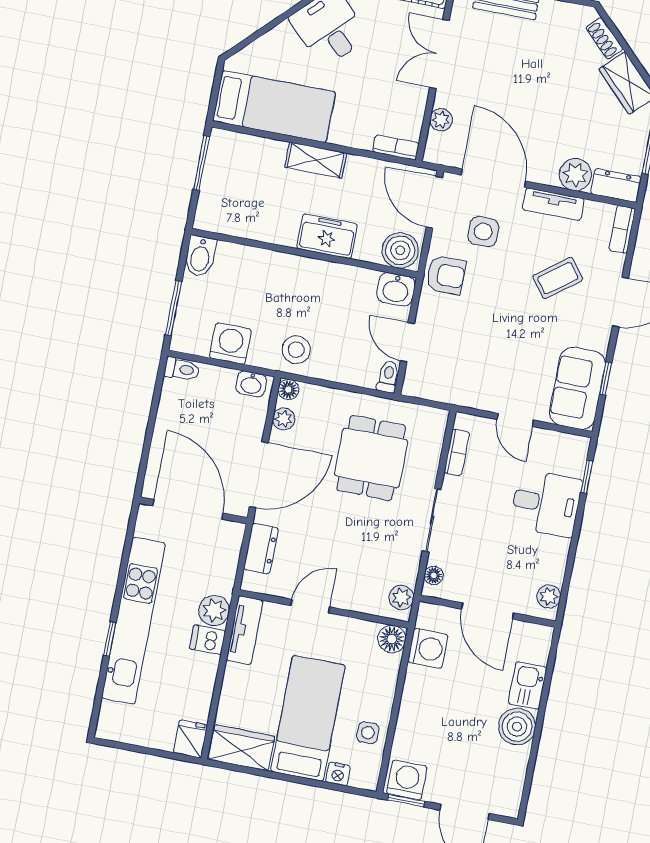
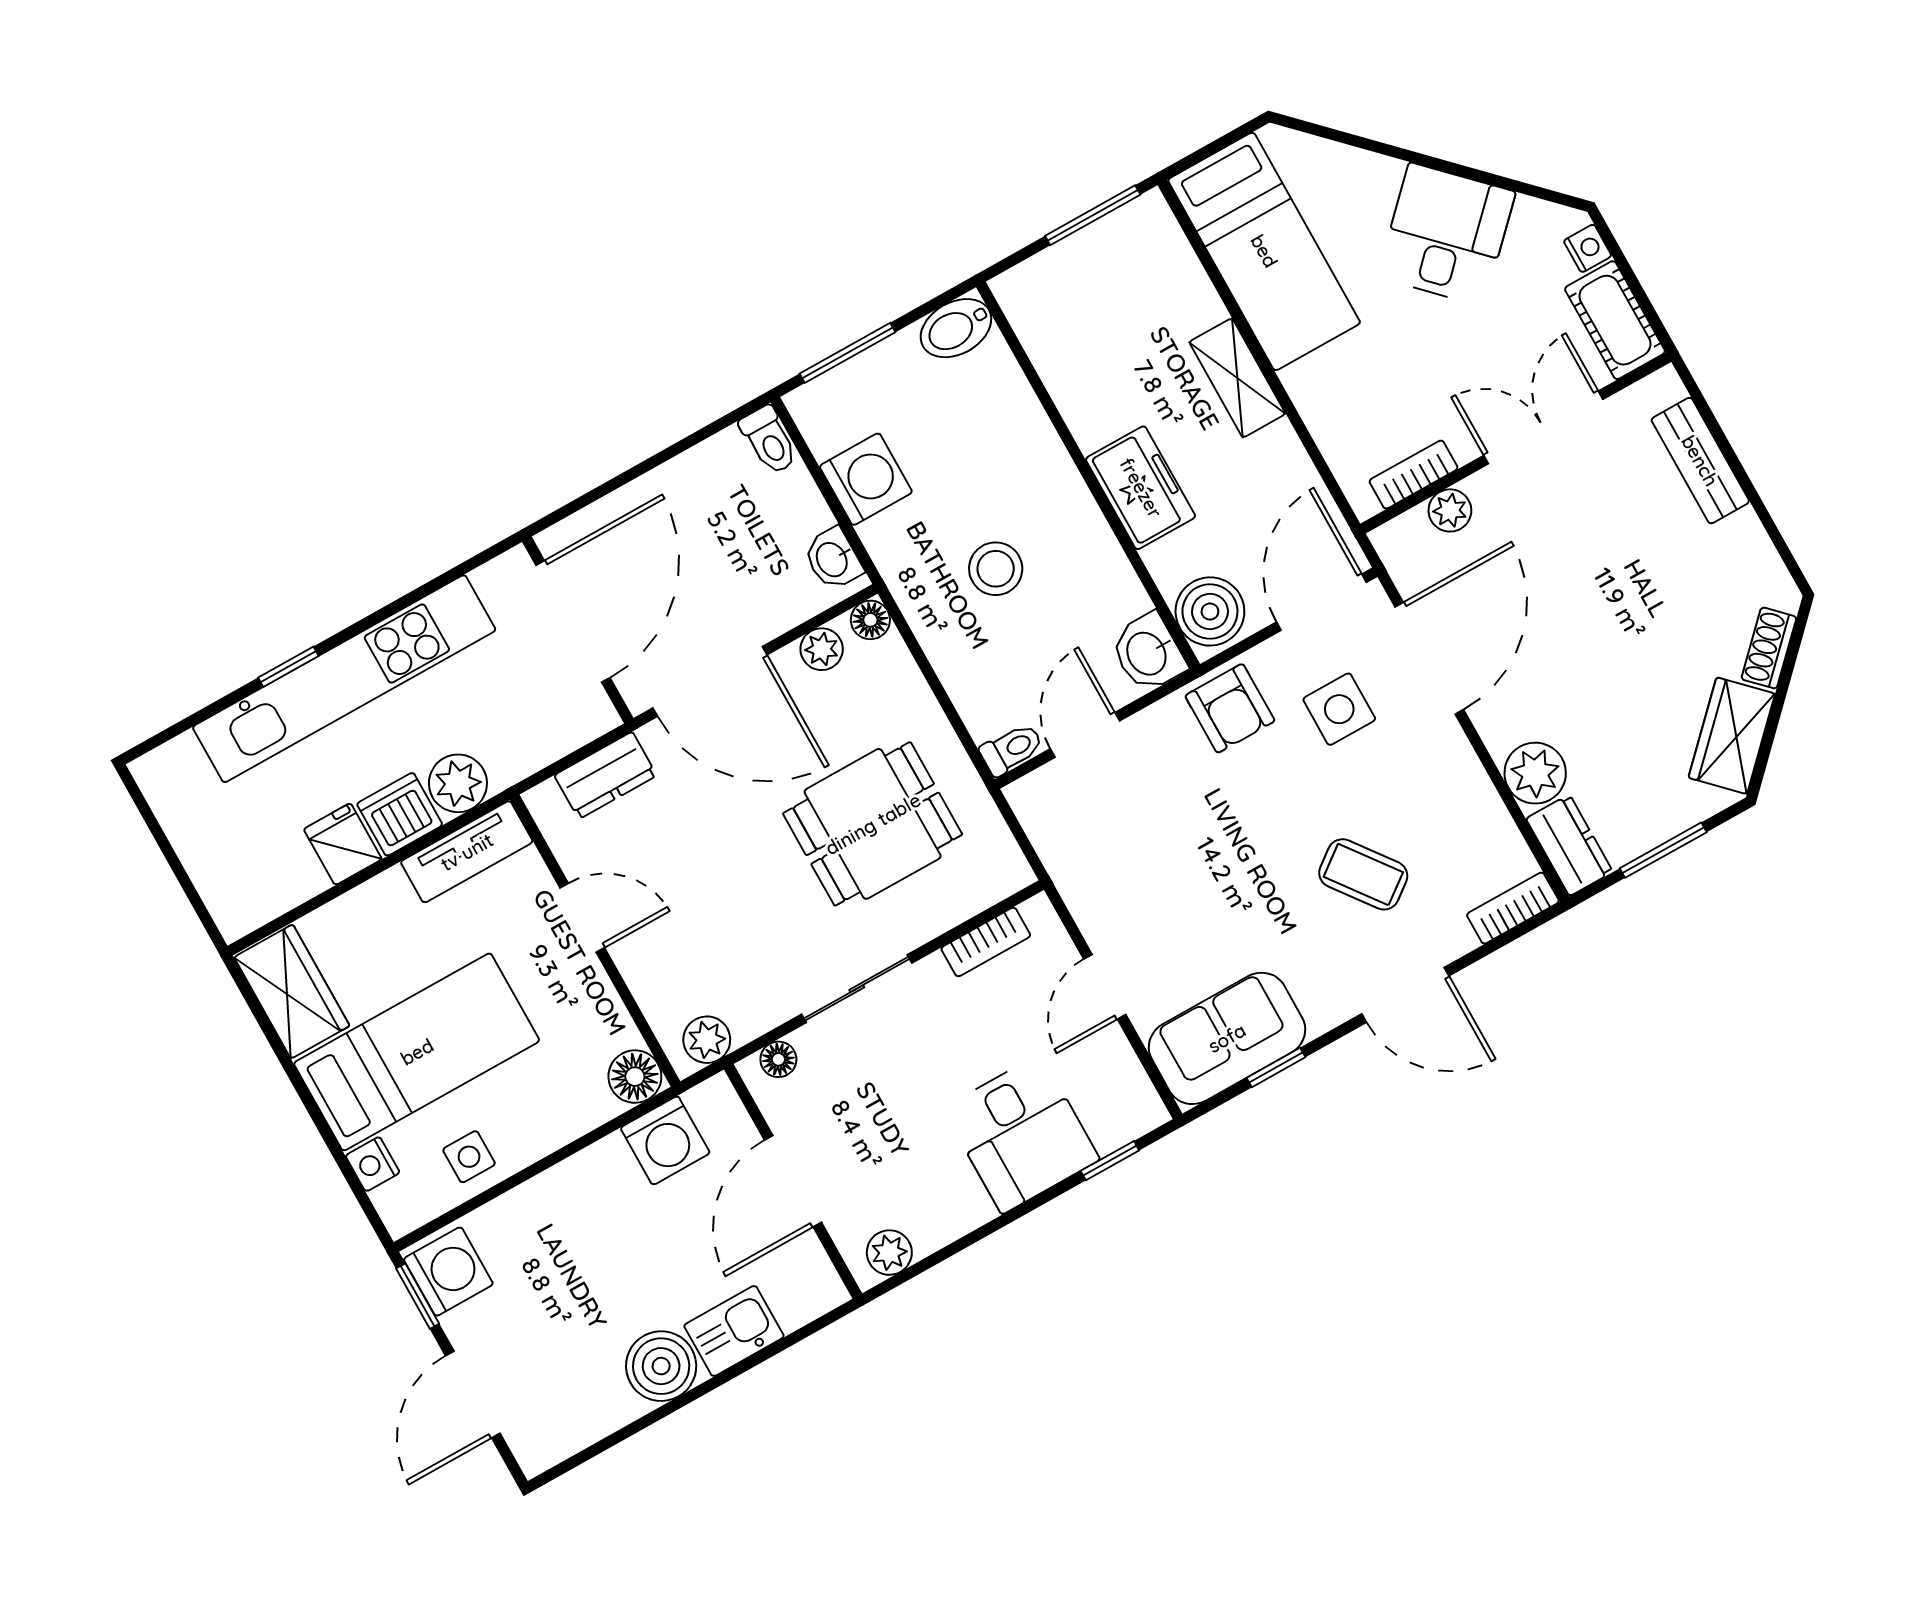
bookcase: (396, 147) -> (1414, 475), moved, turned -90
tv unit: (553, 204) -> (1465, 777), removed
stool: (296, 350) -> (996, 569), moved
dishwasher: (208, 640) -> (400, 814), width x1.38
fridge: (190, 739) -> (343, 844), moved, turned -90

